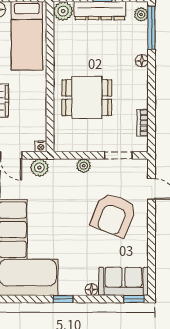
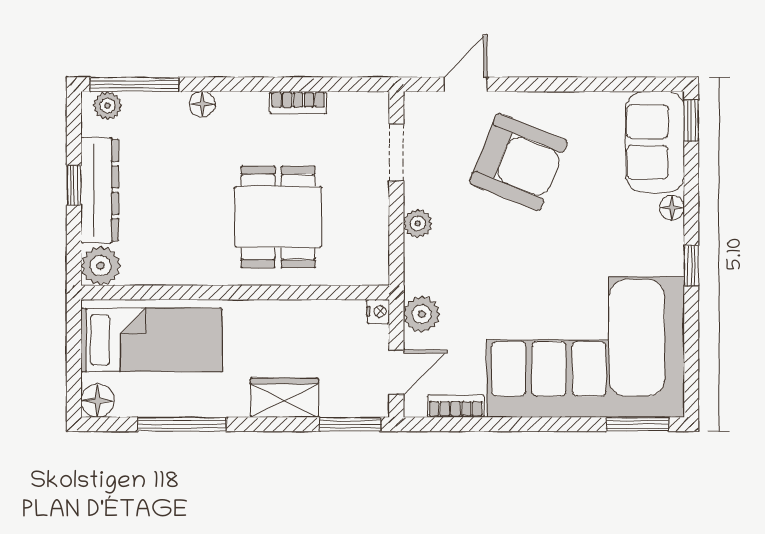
bookcase: (143, 123) -> (298, 103), moved

